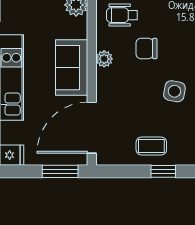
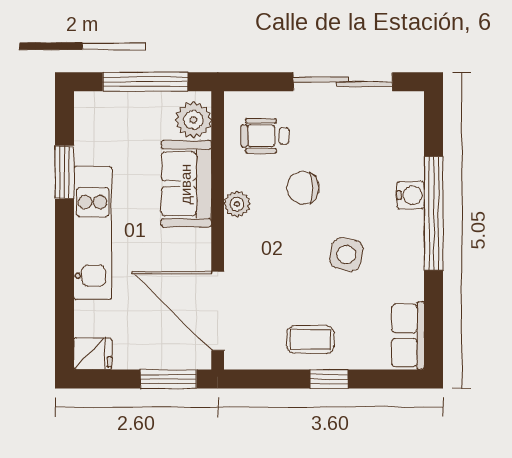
sofa: (72, 68) -> (186, 184), moved
door: (92, 128) -> (218, 311), hinge flipped

